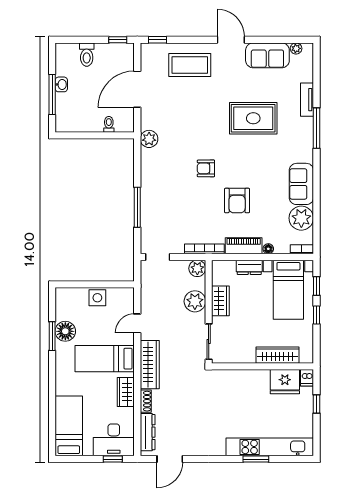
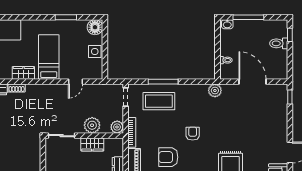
window: (118, 40) -> (290, 35), moved
coffee table: (190, 65) -> (159, 101), moved, turned 90
washbasin: (61, 84) -> (227, 24), moved
door: (137, 323) -> (75, 82), swing flipped
floor lamp: (65, 331) -> (95, 27), moved
wardrobe: (150, 365) -> (44, 91), removed

